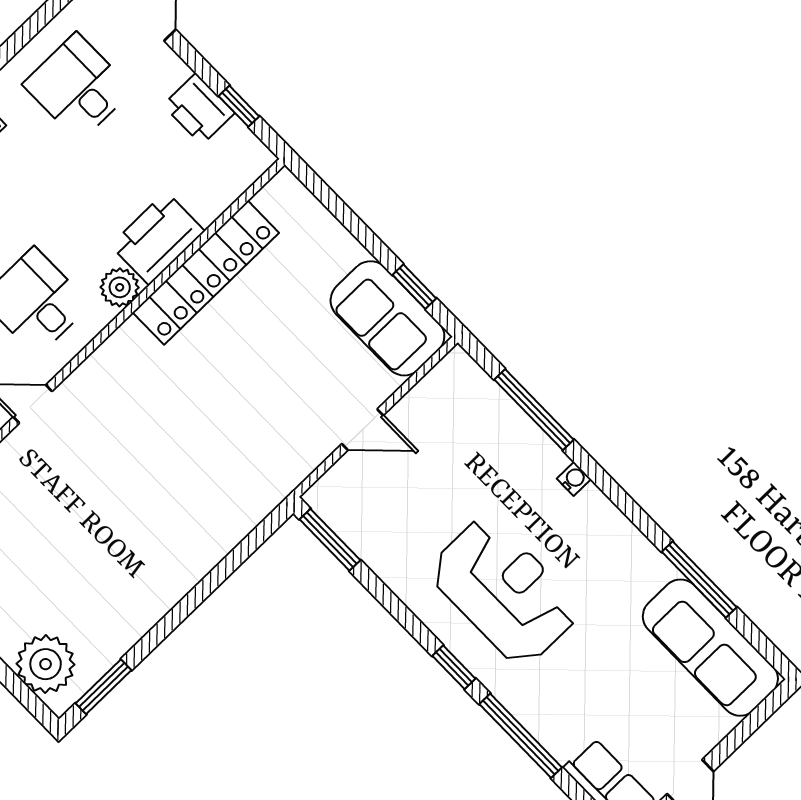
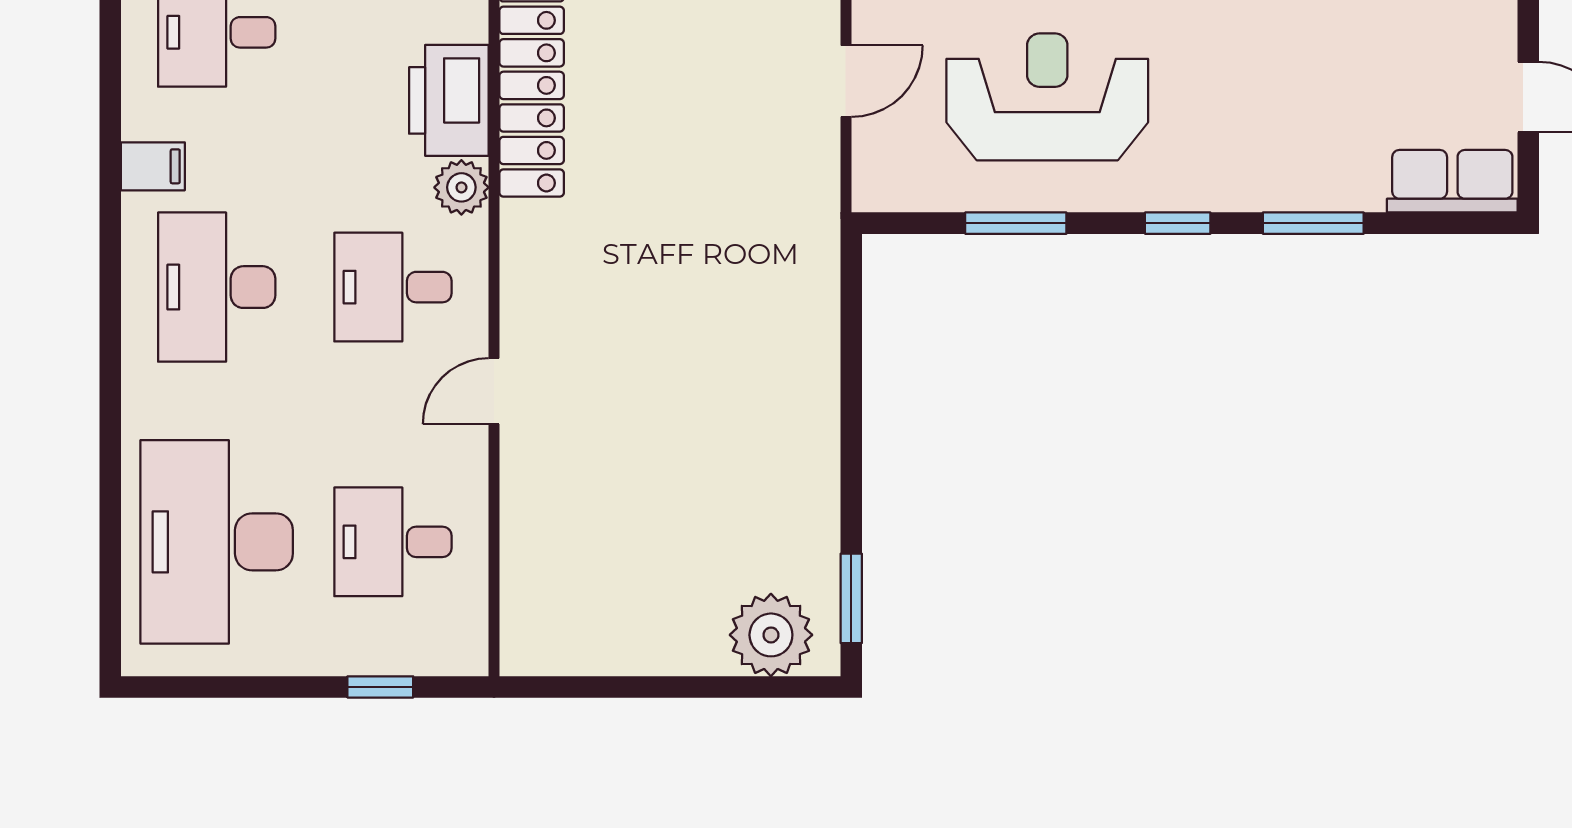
window: (330, 540) -> (1016, 223), moved
reception desk: (504, 591) -> (1047, 97), moved
window: (521, 736) -> (1313, 223), width x0.69

